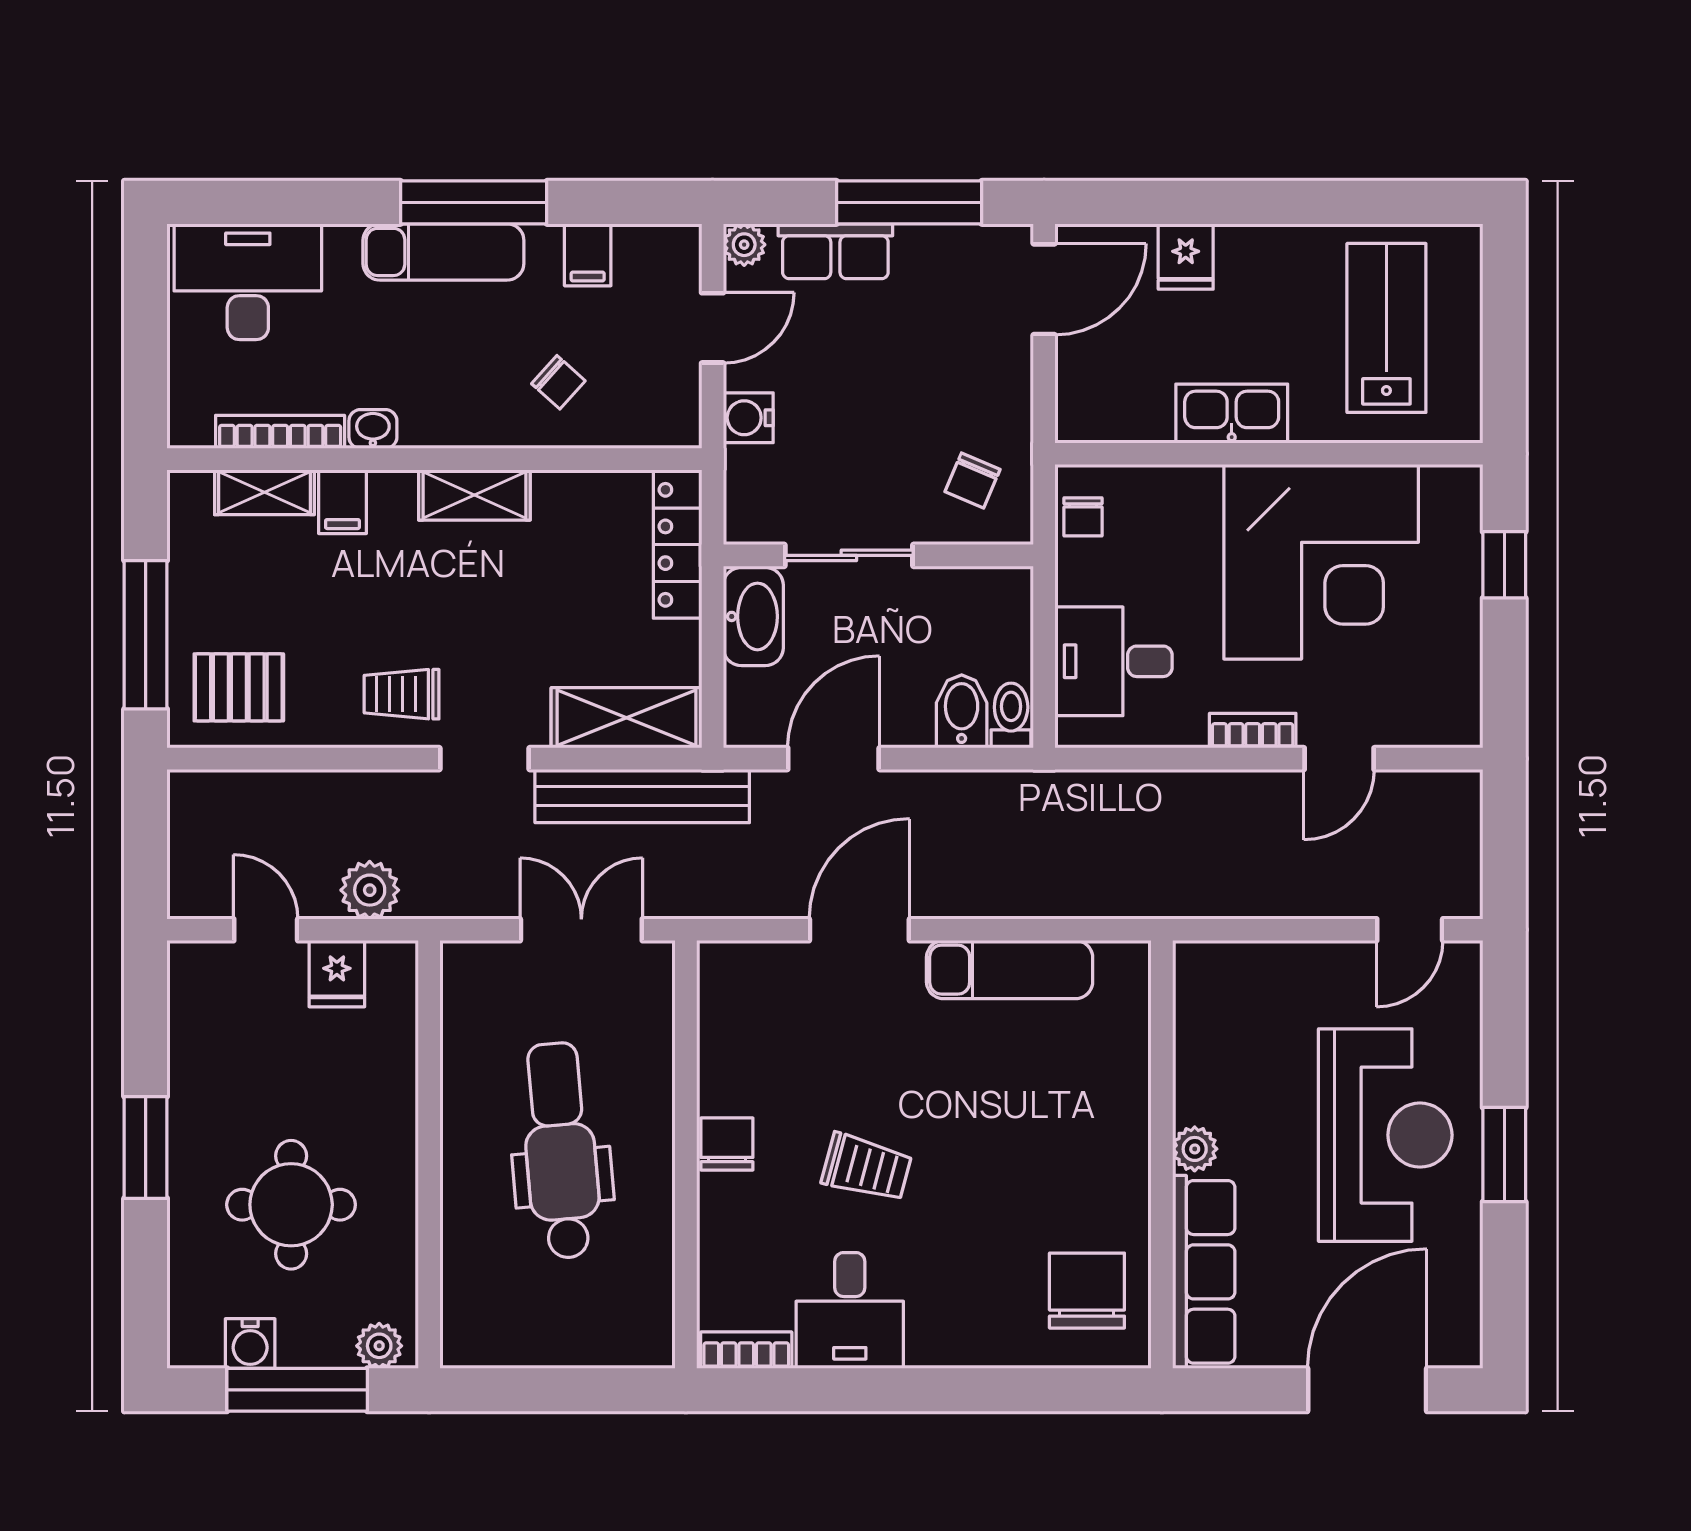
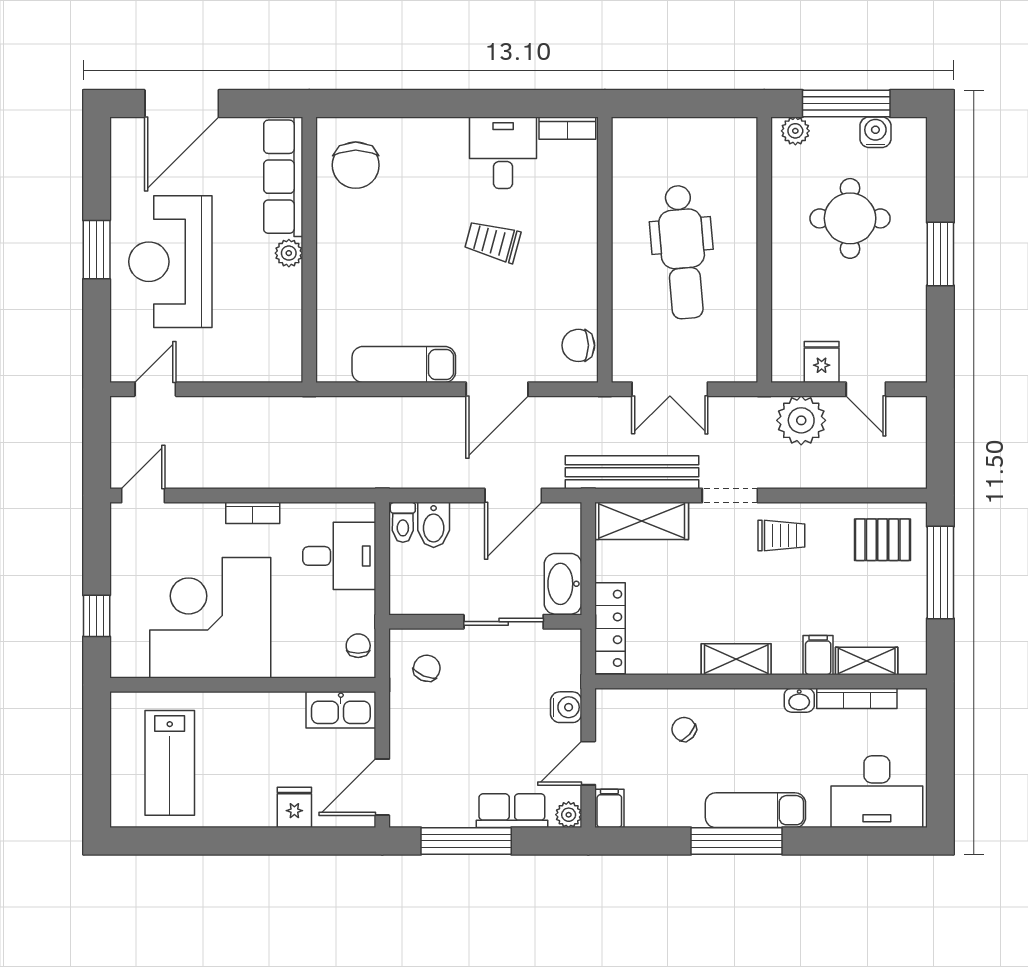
filing cabinet: (588, 255) -> (609, 808), moved
kitchen sink: (1232, 414) -> (341, 710), moved
door: (1339, 759) -> (143, 495), moved
plant: (370, 890) -> (801, 420), width x1.36, depth x1.36
chair: (727, 1144) -> (578, 345), moved, turned 90

